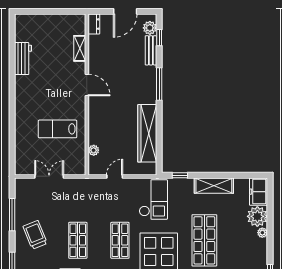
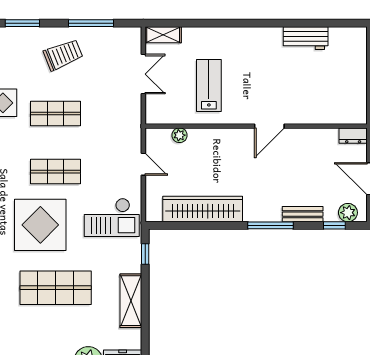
shelving: (80, 48) -> (163, 35), moved
bench: (151, 50) -> (303, 214), moved

